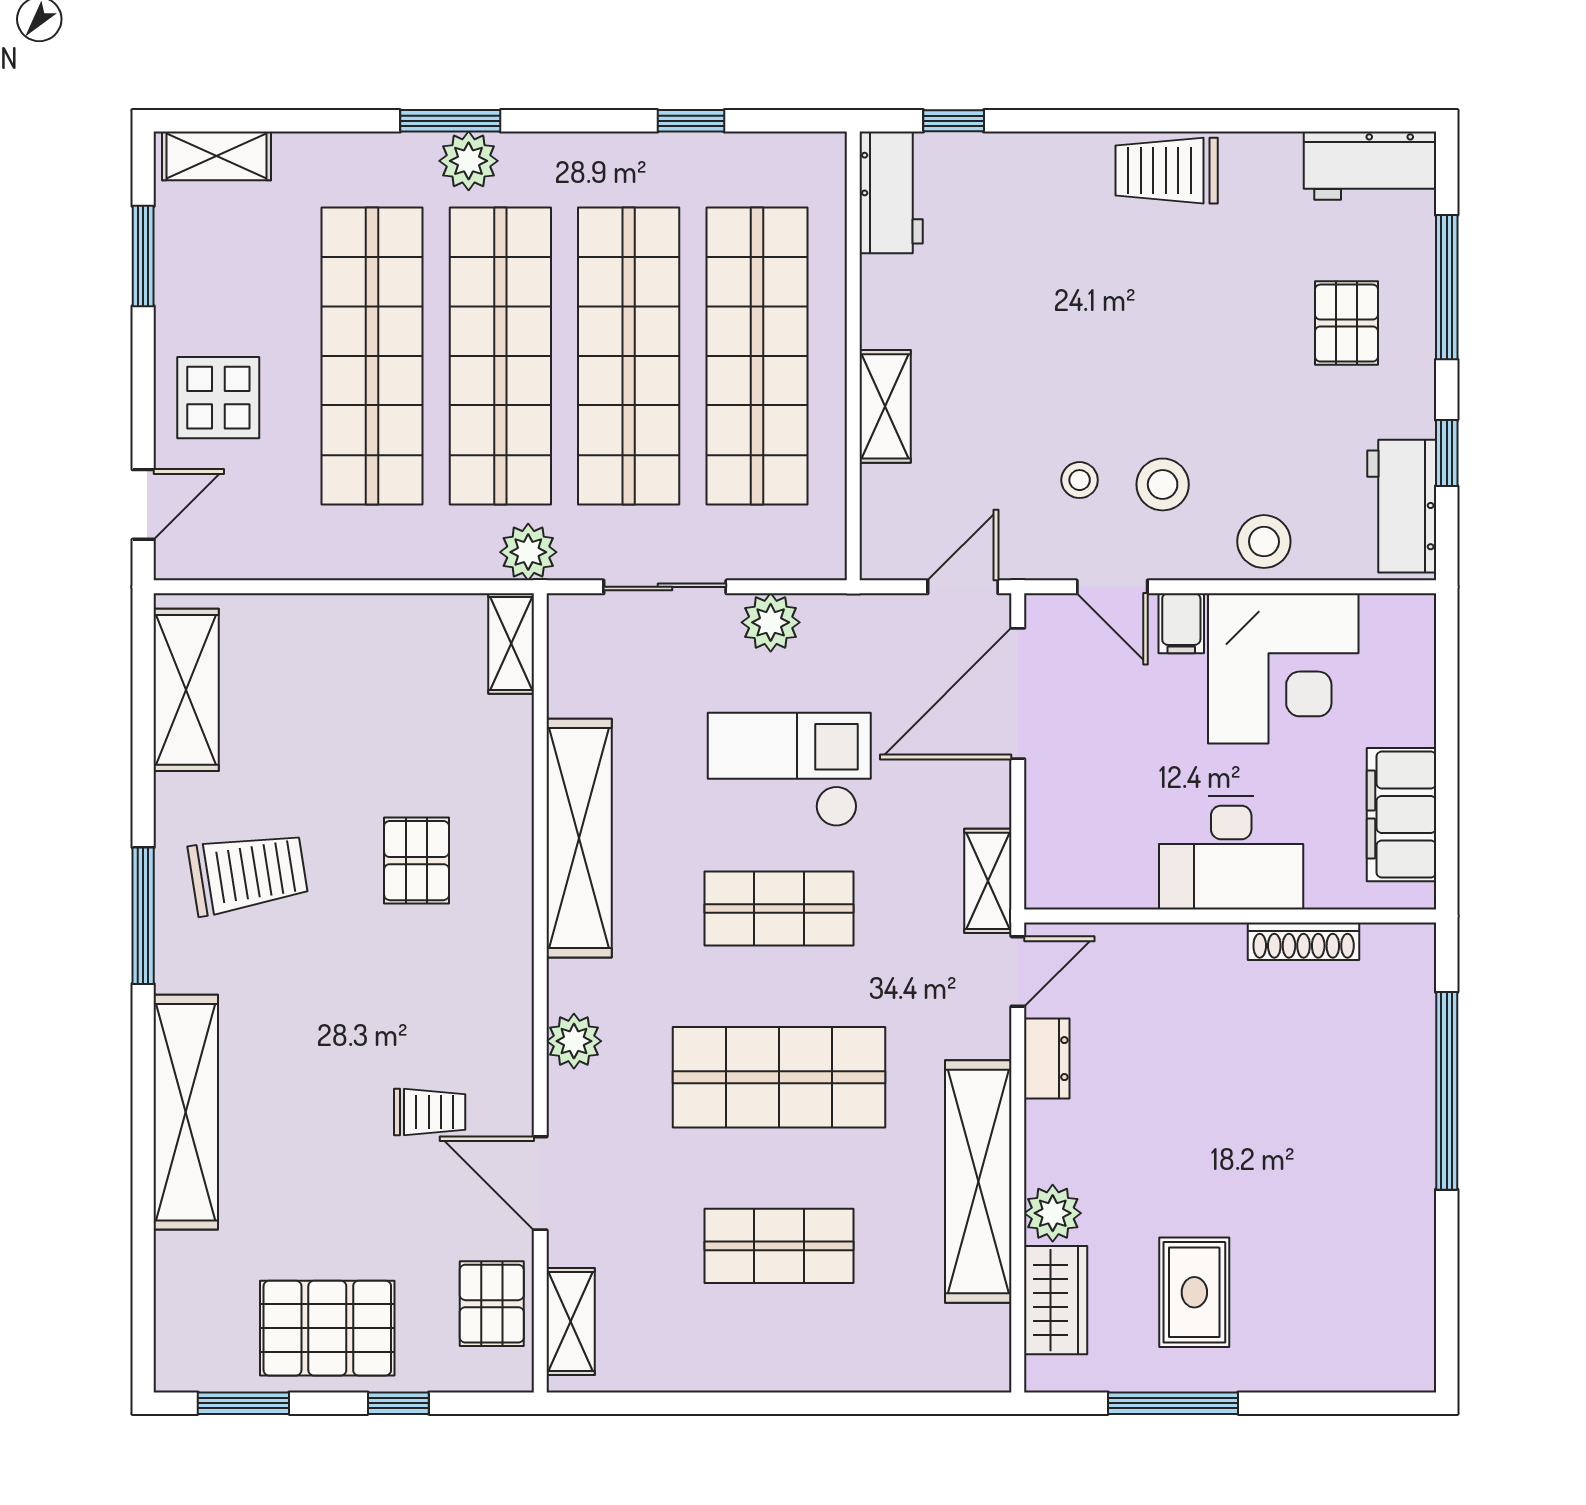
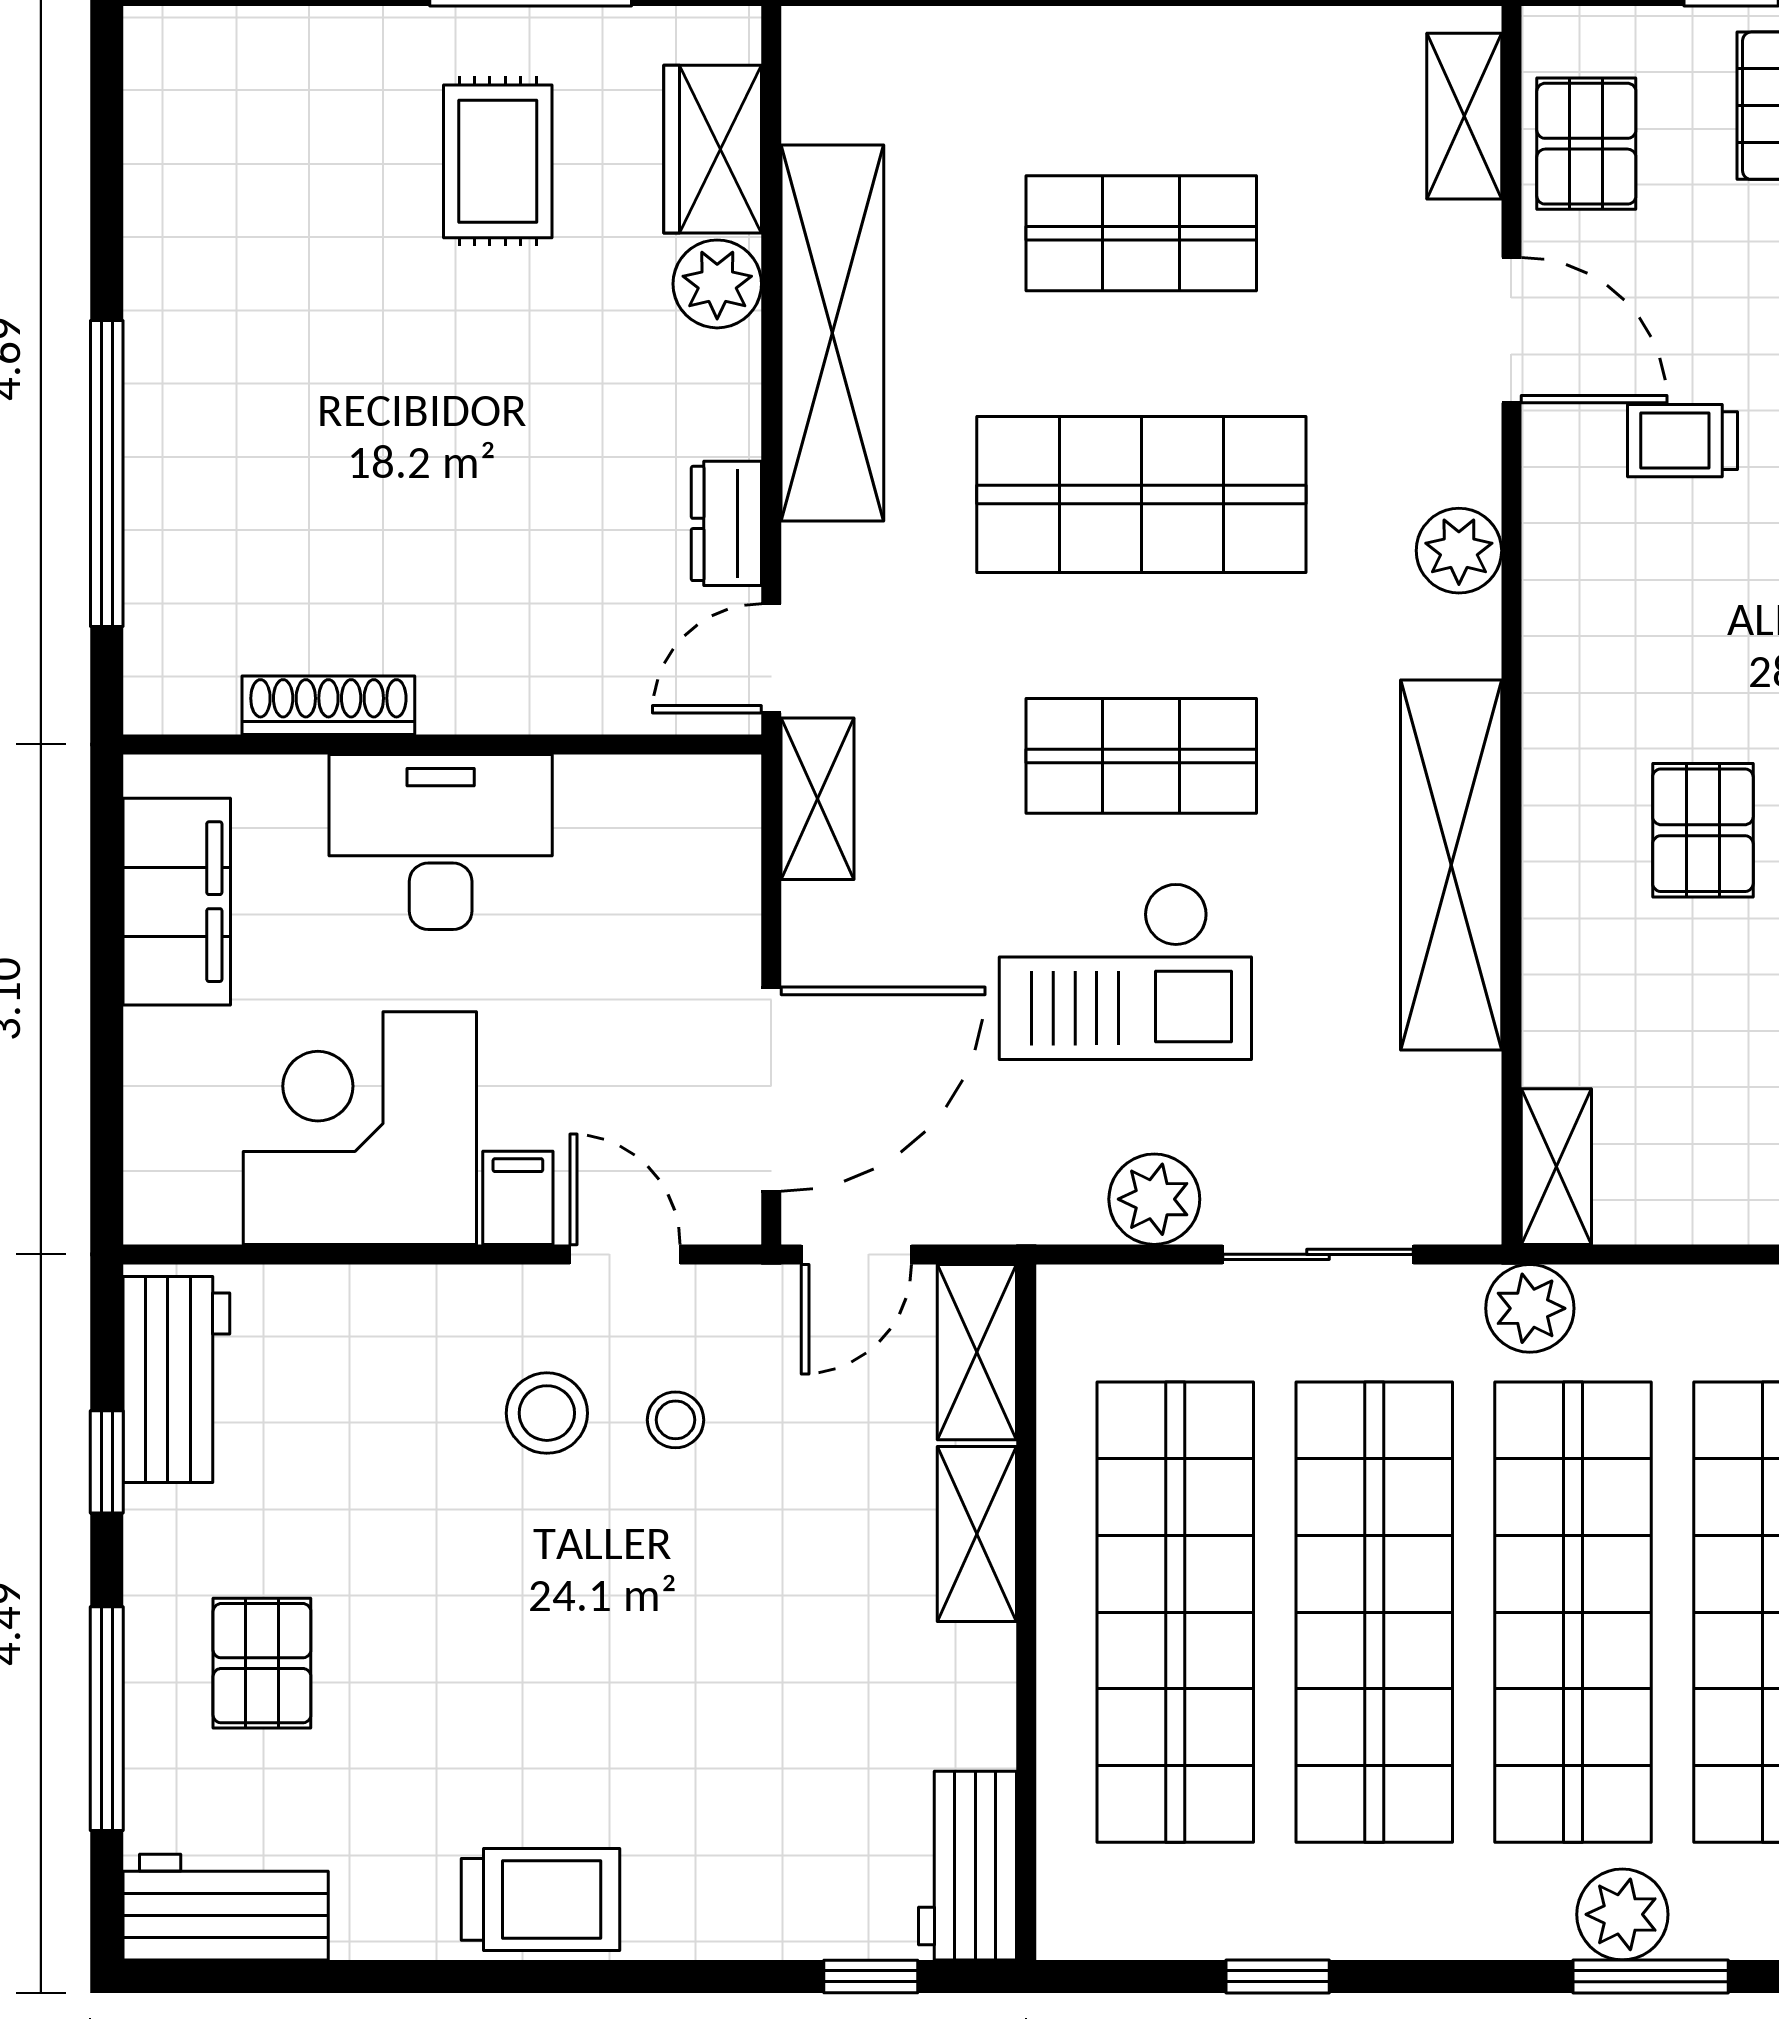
shelving: (885, 524) -> (977, 1352), added
stool: (1264, 542) -> (390, 1325), removed

